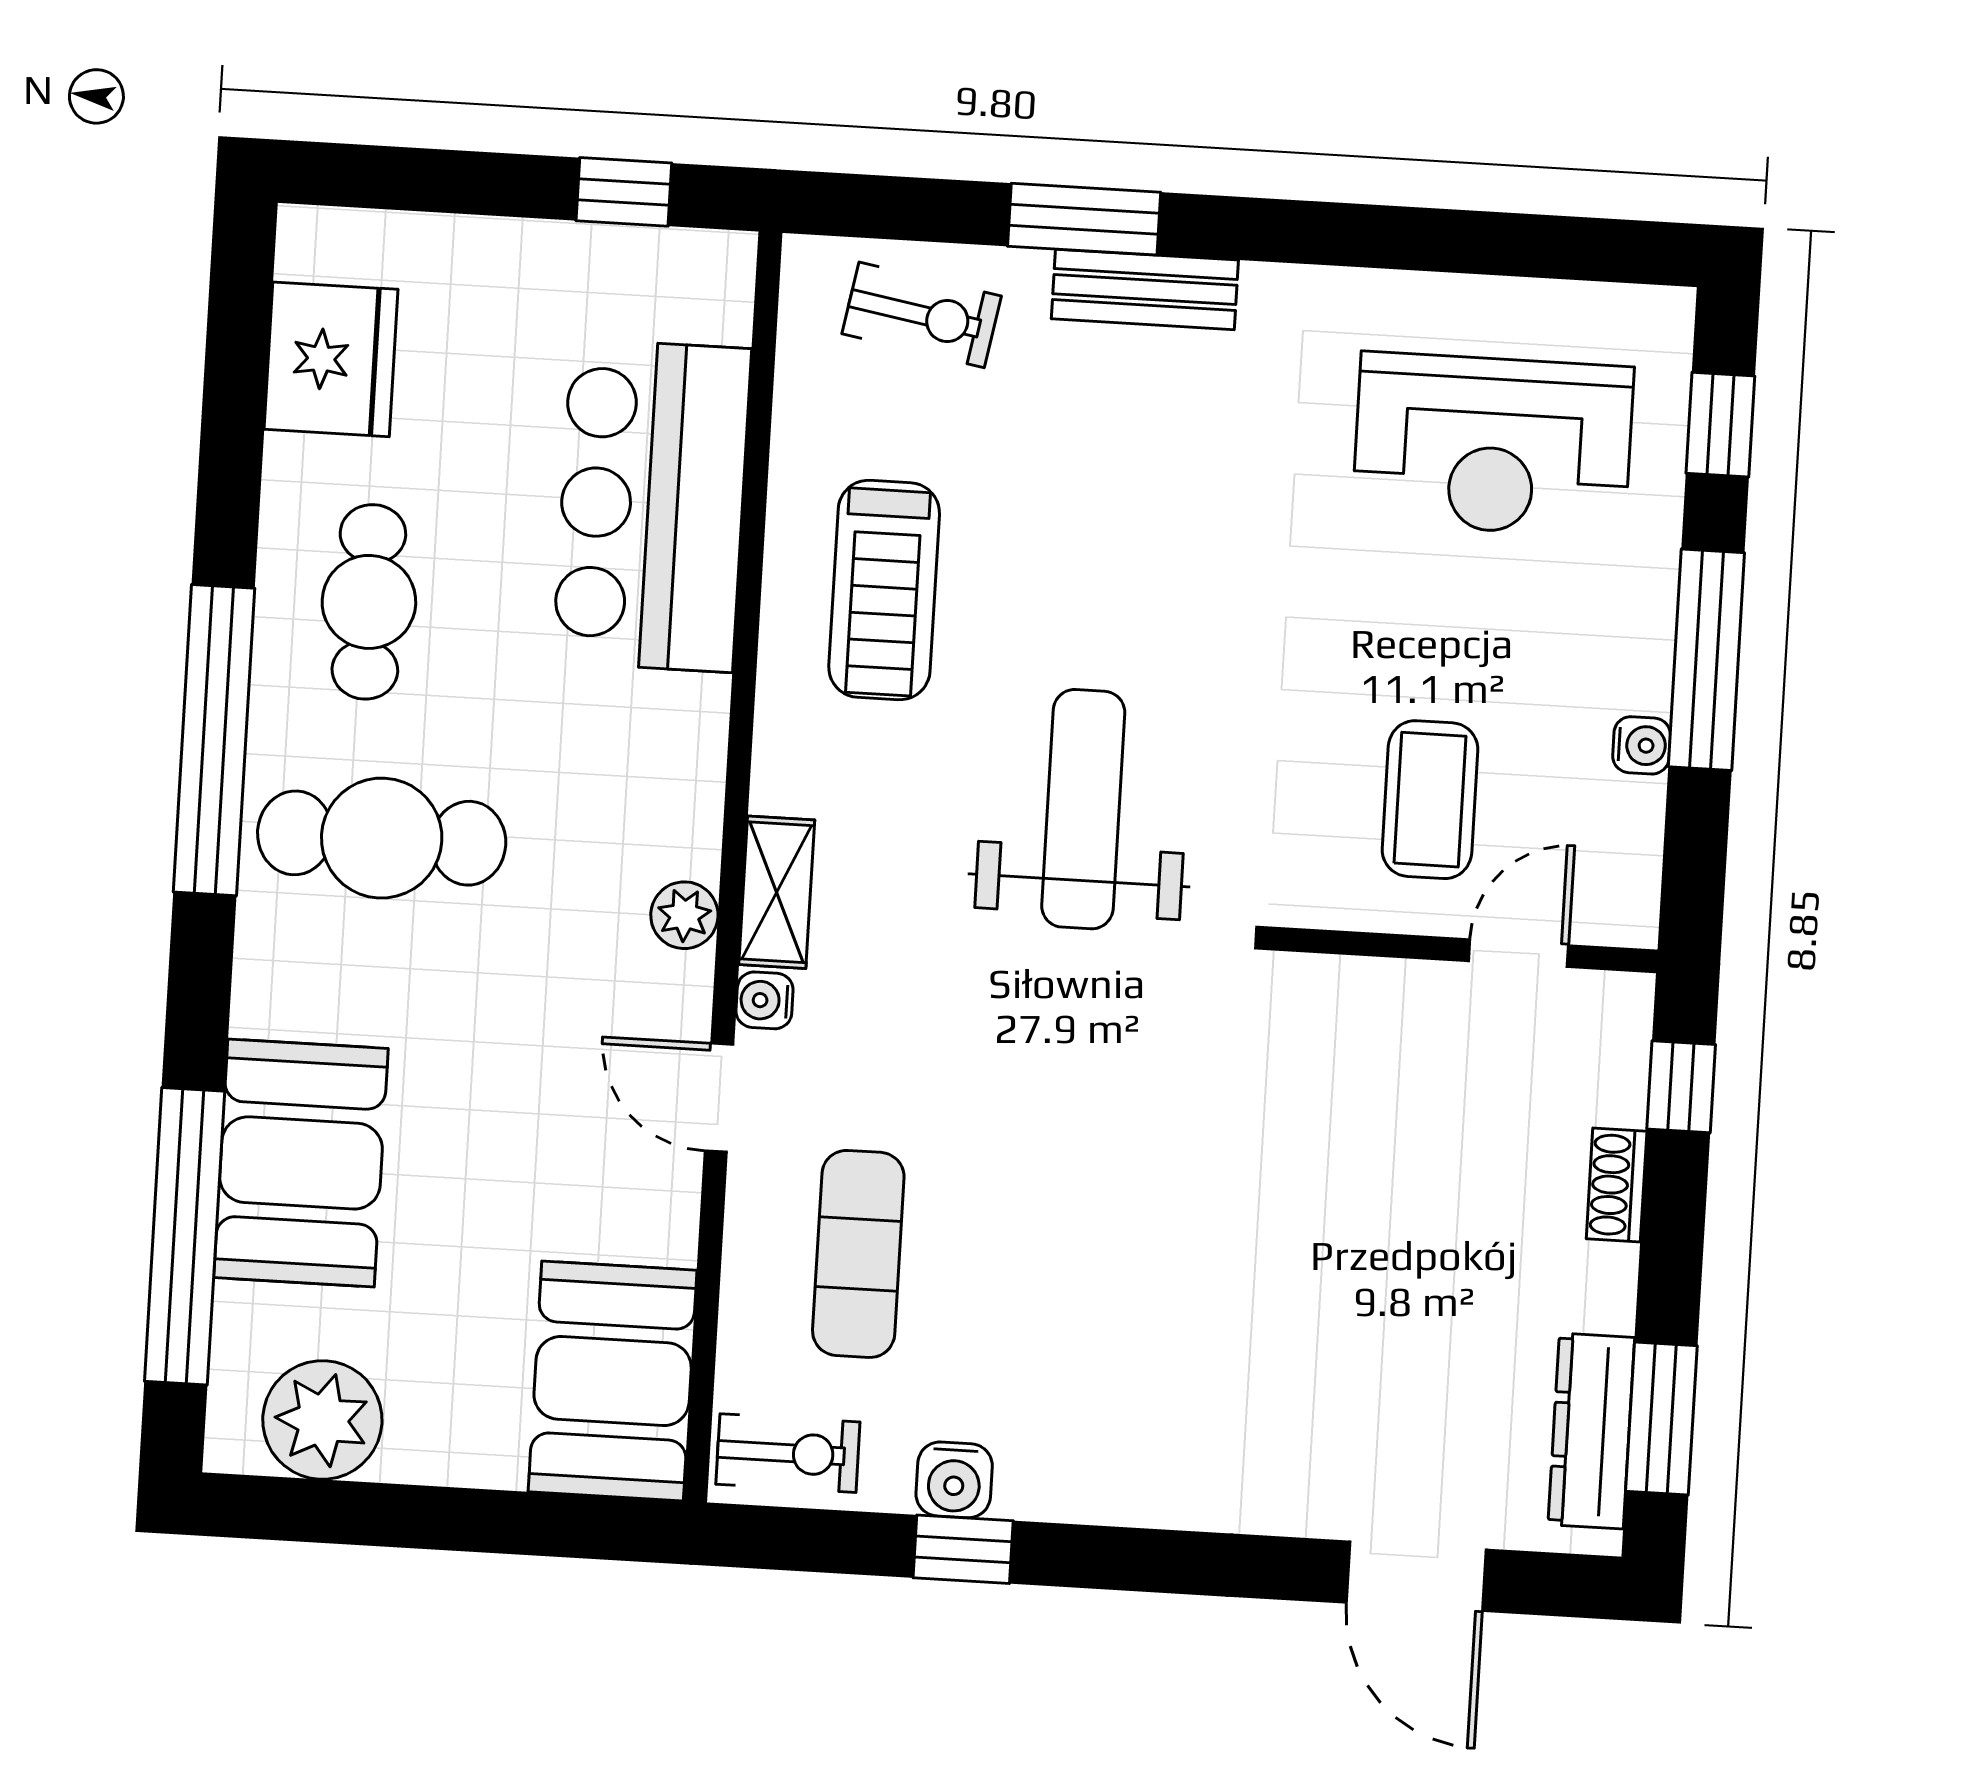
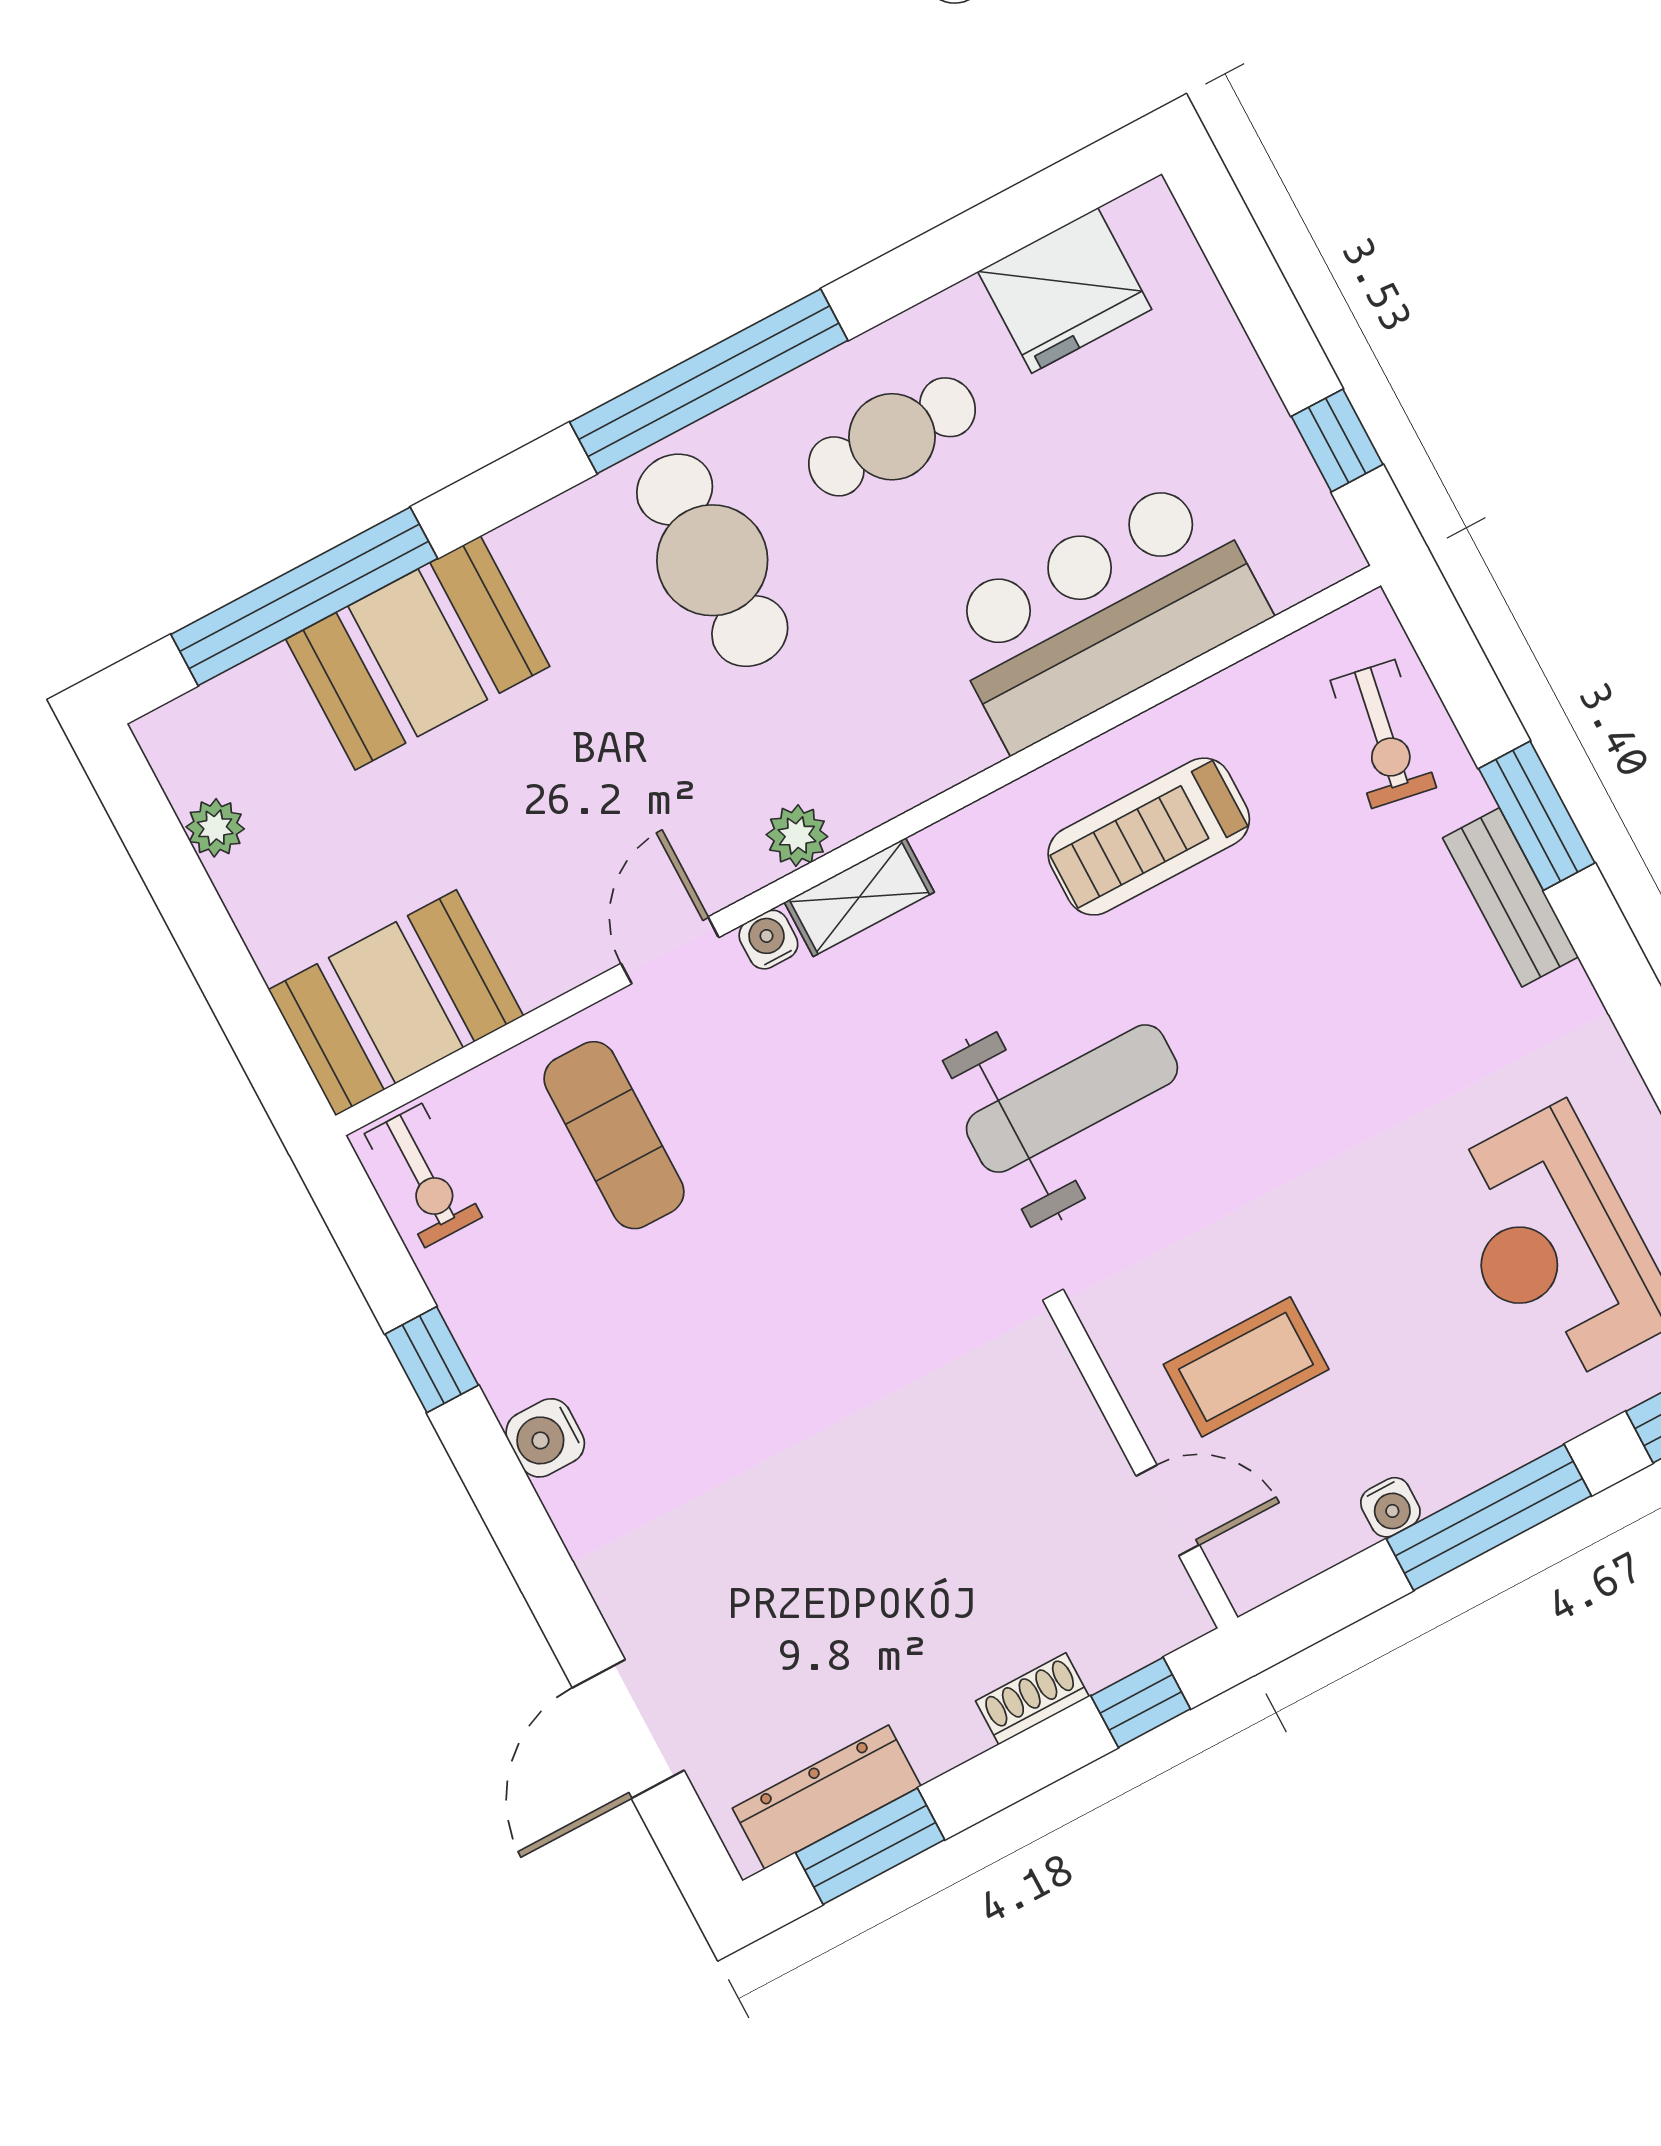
exercise mat: (858, 1254) -> (614, 1135), turned 90
plant: (322, 1420) -> (215, 828), width x0.53, depth x0.53
water cooler: (954, 1480) -> (545, 1438), moved

